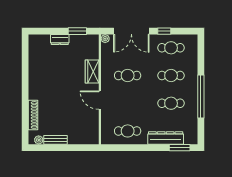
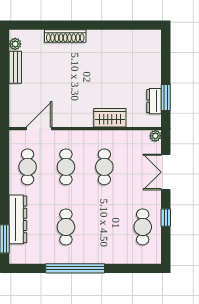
double door: (131, 31) -> (166, 172), width x0.73
dresser: (60, 40) -> (154, 101), moved
cafe table: (171, 75) -> (66, 167), moved
door: (100, 100) -> (39, 129), moved
shoe rack: (33, 115) -> (65, 36), moved

